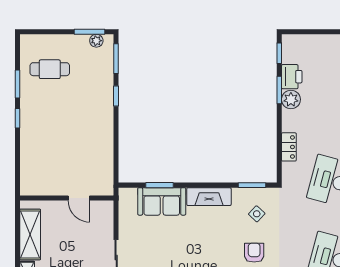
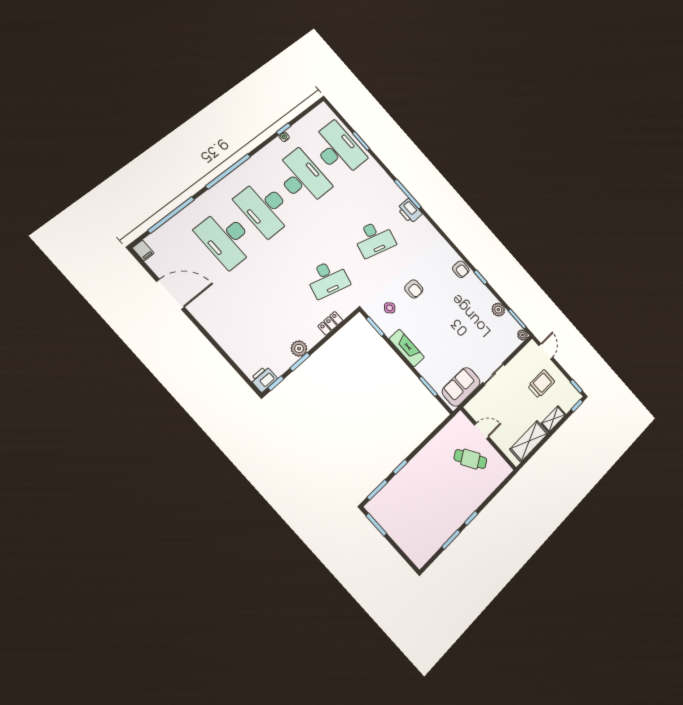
plant: (96, 41) -> (378, 514), removed
cafe table: (50, 69) -> (470, 459), moved, turned -32
printer: (292, 77) -> (264, 379), moved
door: (79, 198) -> (482, 431), hinge flipped
sofa: (162, 201) -> (461, 387), moved, turned -90
armchair: (254, 253) -> (414, 289), turned -90

